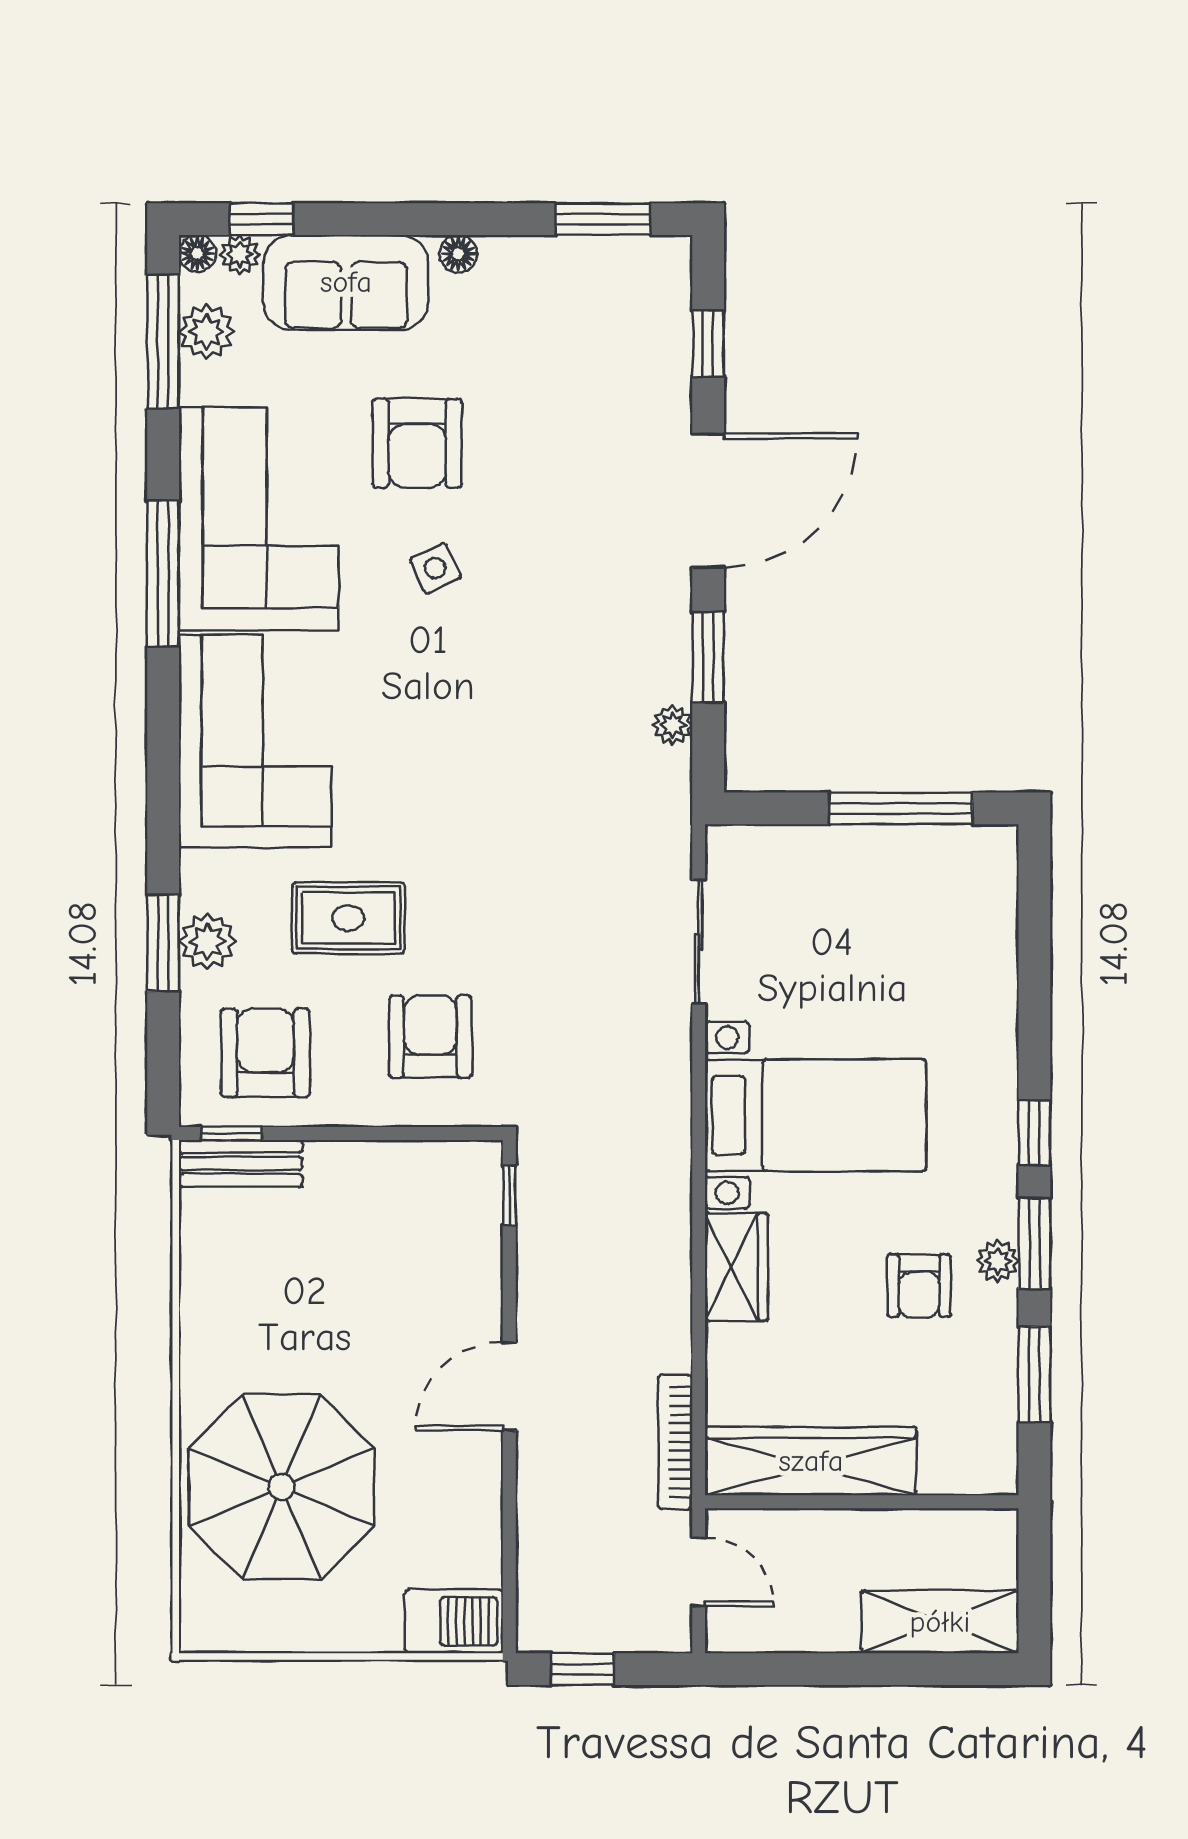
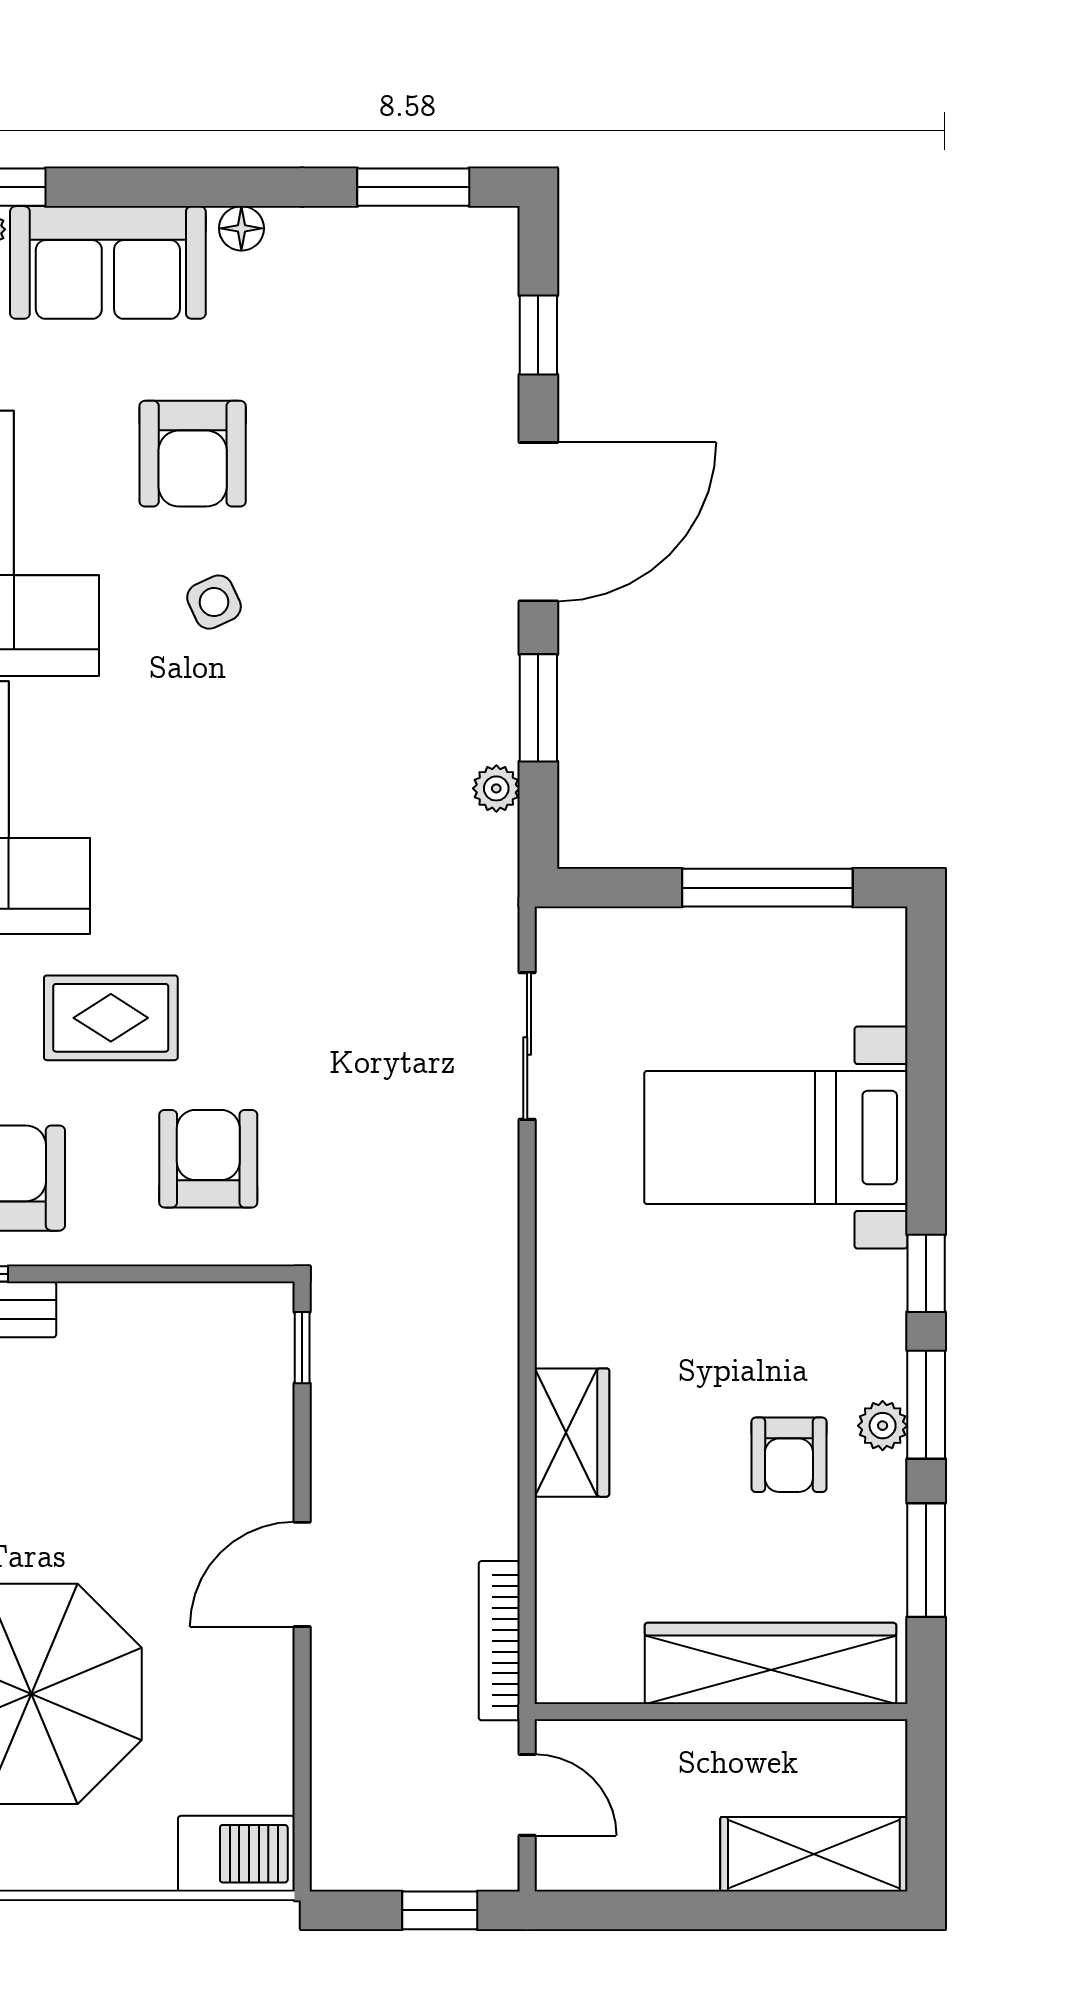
bed with nightstands: (816, 1115) -> (776, 1137), moved, turned 180
wardrobe: (811, 1461) -> (771, 1663), moved
window: (583, 1669) -> (440, 1910), moved

